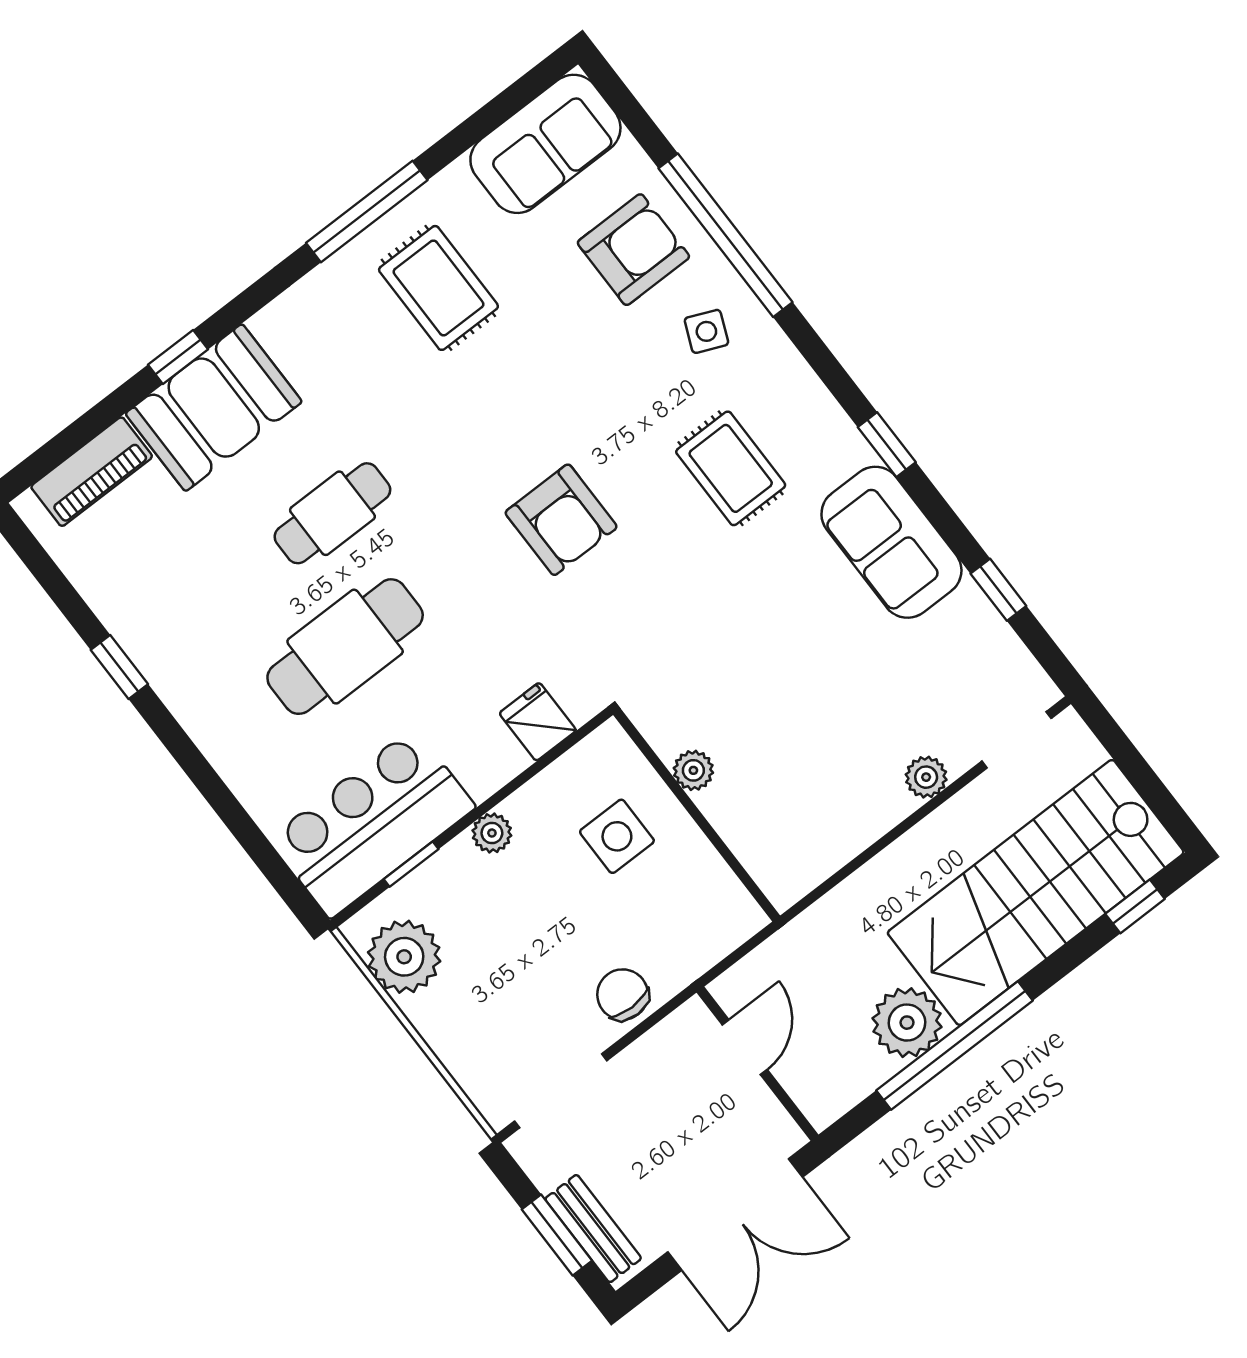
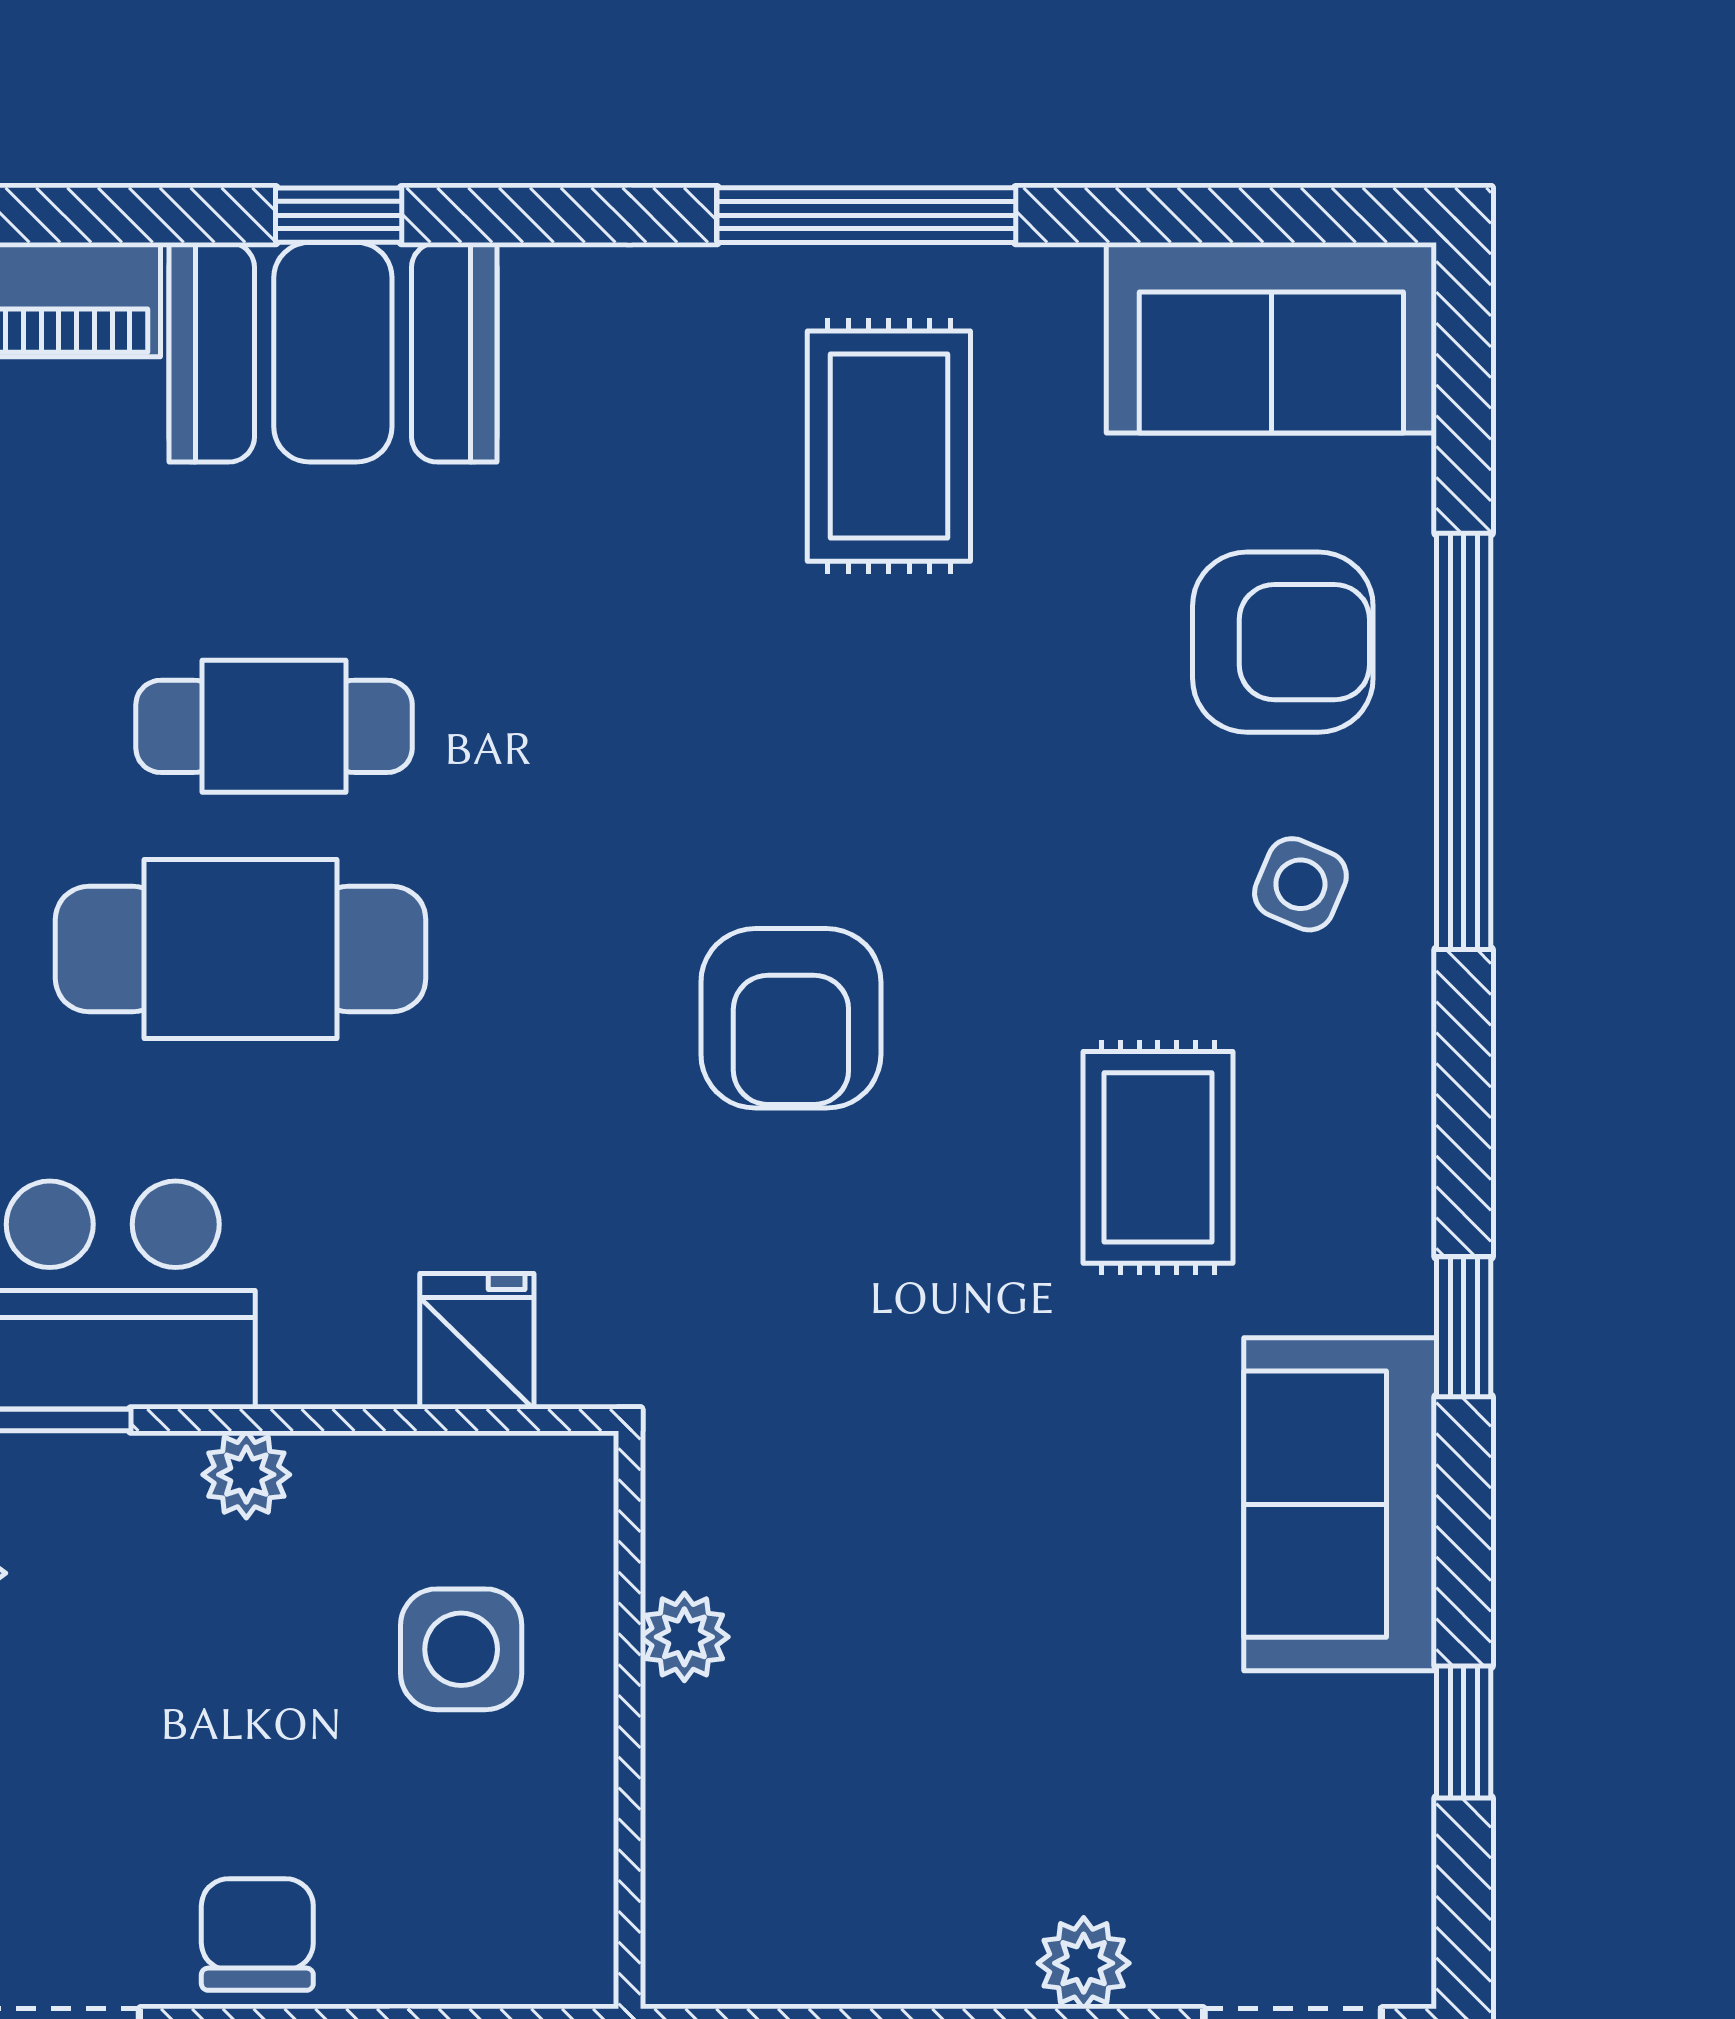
cafe table: (332, 513) -> (274, 726), moved

